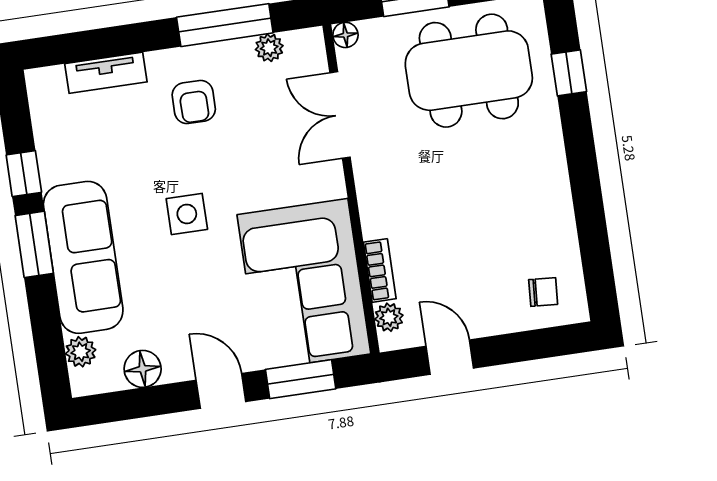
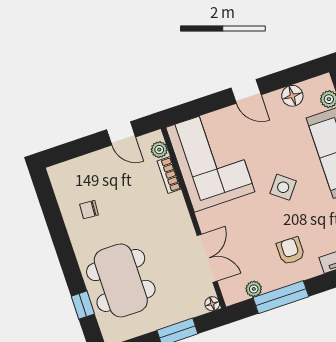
dining table: (469, 71) -> (121, 280), moved, turned 90
side table: (187, 214) -> (283, 187), turned 38
chair: (543, 292) -> (89, 210), moved
window: (301, 379) -> (203, 106), removed

